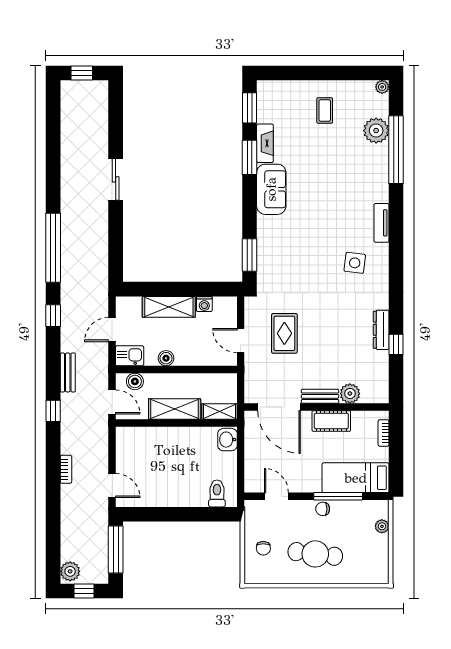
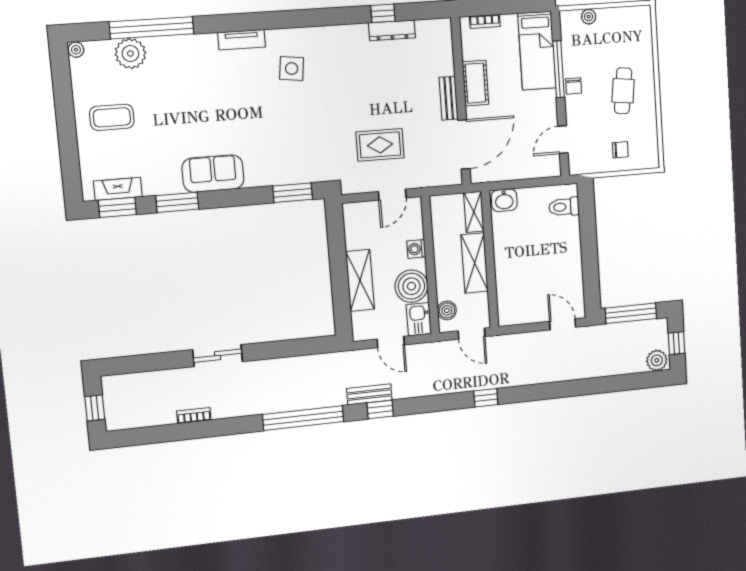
coffee table: (325, 110) -> (112, 117), width x1.36, depth x1.30
fireplace: (265, 143) -> (118, 189), moved
washing machine: (204, 304) -> (416, 249), moved, turned 180
dresser: (381, 330) -> (392, 30), moved
boiler: (166, 358) -> (411, 286), width x1.86, depth x1.86
bench: (68, 372) -> (369, 394), moved
plant: (350, 394) -> (443, 64), removed
door: (112, 402) -> (471, 334), swing flipped
bookcase: (66, 469) -> (194, 416), moved
door: (112, 485) -> (563, 324), hinge flipped
cafe table: (315, 554) -> (623, 91), width x0.73, depth x0.74

